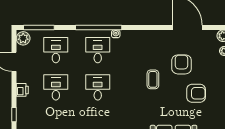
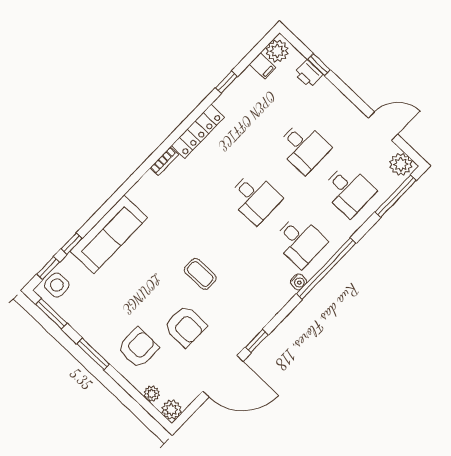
window: (158, 27) -> (257, 341), added
printer: (22, 90) -> (309, 74), moved
armchair: (196, 93) -> (138, 348), moved, turned 180

